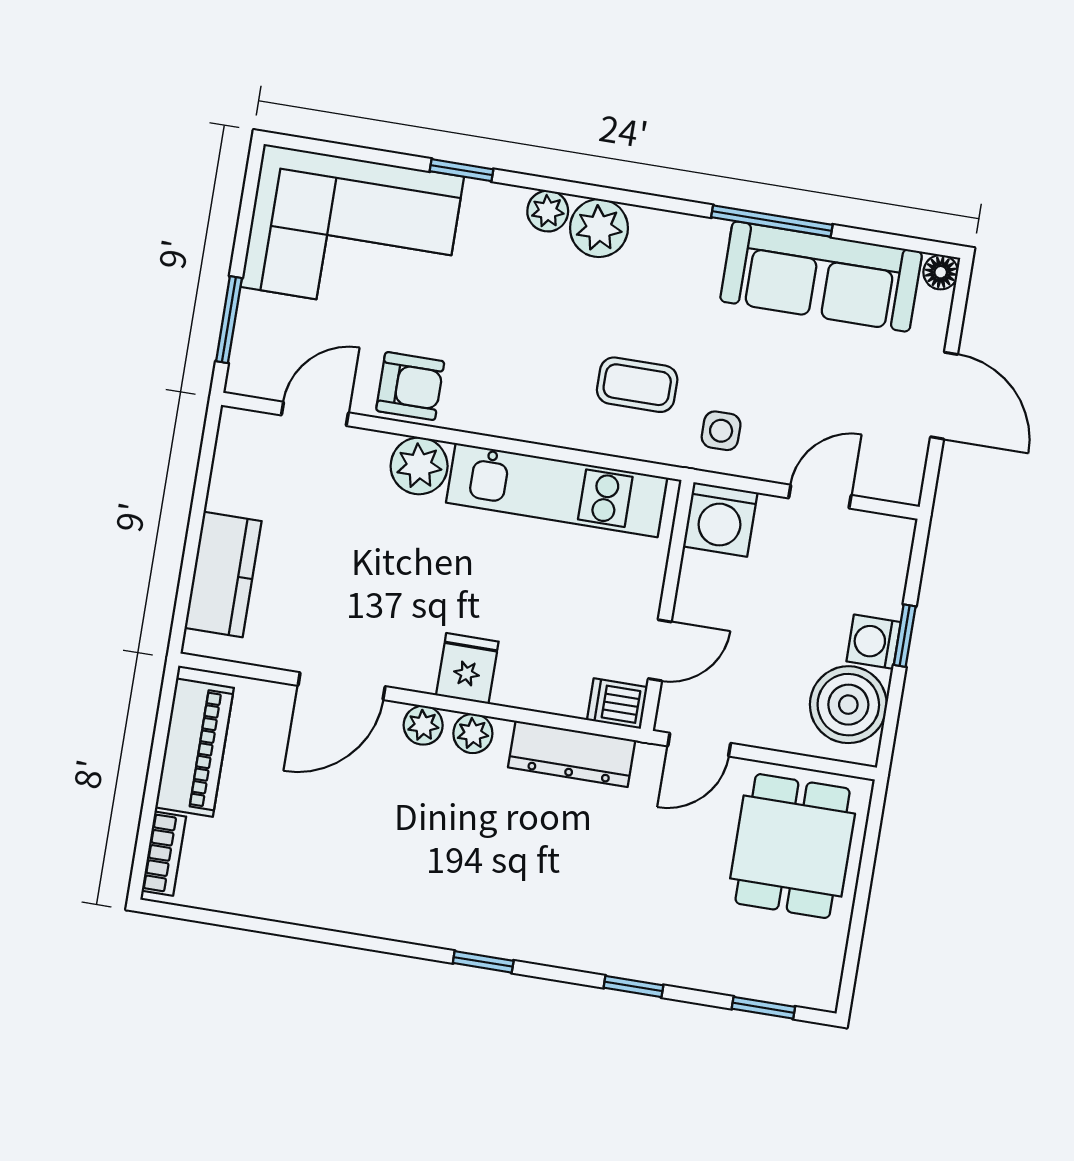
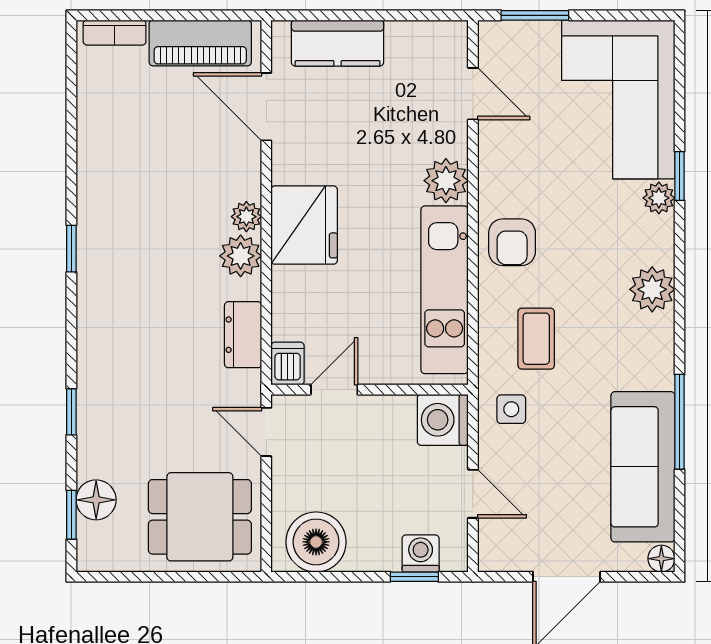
plant: (548, 211) -> (659, 198), moved
armchair: (410, 386) -> (512, 242), moved
window: (905, 636) -> (414, 577), moved
washing machine: (874, 642) -> (421, 554), moved
door: (660, 650) -> (334, 390), swing flipped
fridge: (467, 668) -> (304, 225), width x1.88, depth x1.34
door: (342, 686) -> (266, 107), moved
plant: (473, 733) -> (241, 256), width x1.38, depth x1.38
dresser: (572, 754) -> (243, 335), width x0.70
window: (483, 962) -> (71, 249), moved
floor lamp: (750, 974) -> (96, 500), added

